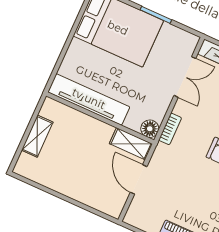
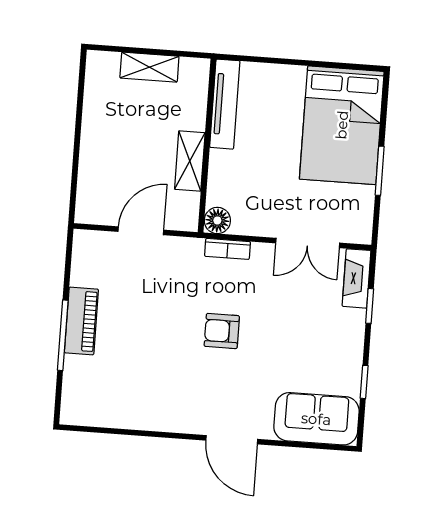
tv unit: (89, 99) -> (225, 104), width x0.73, depth x0.78
shelving: (131, 144) -> (190, 161), moved

